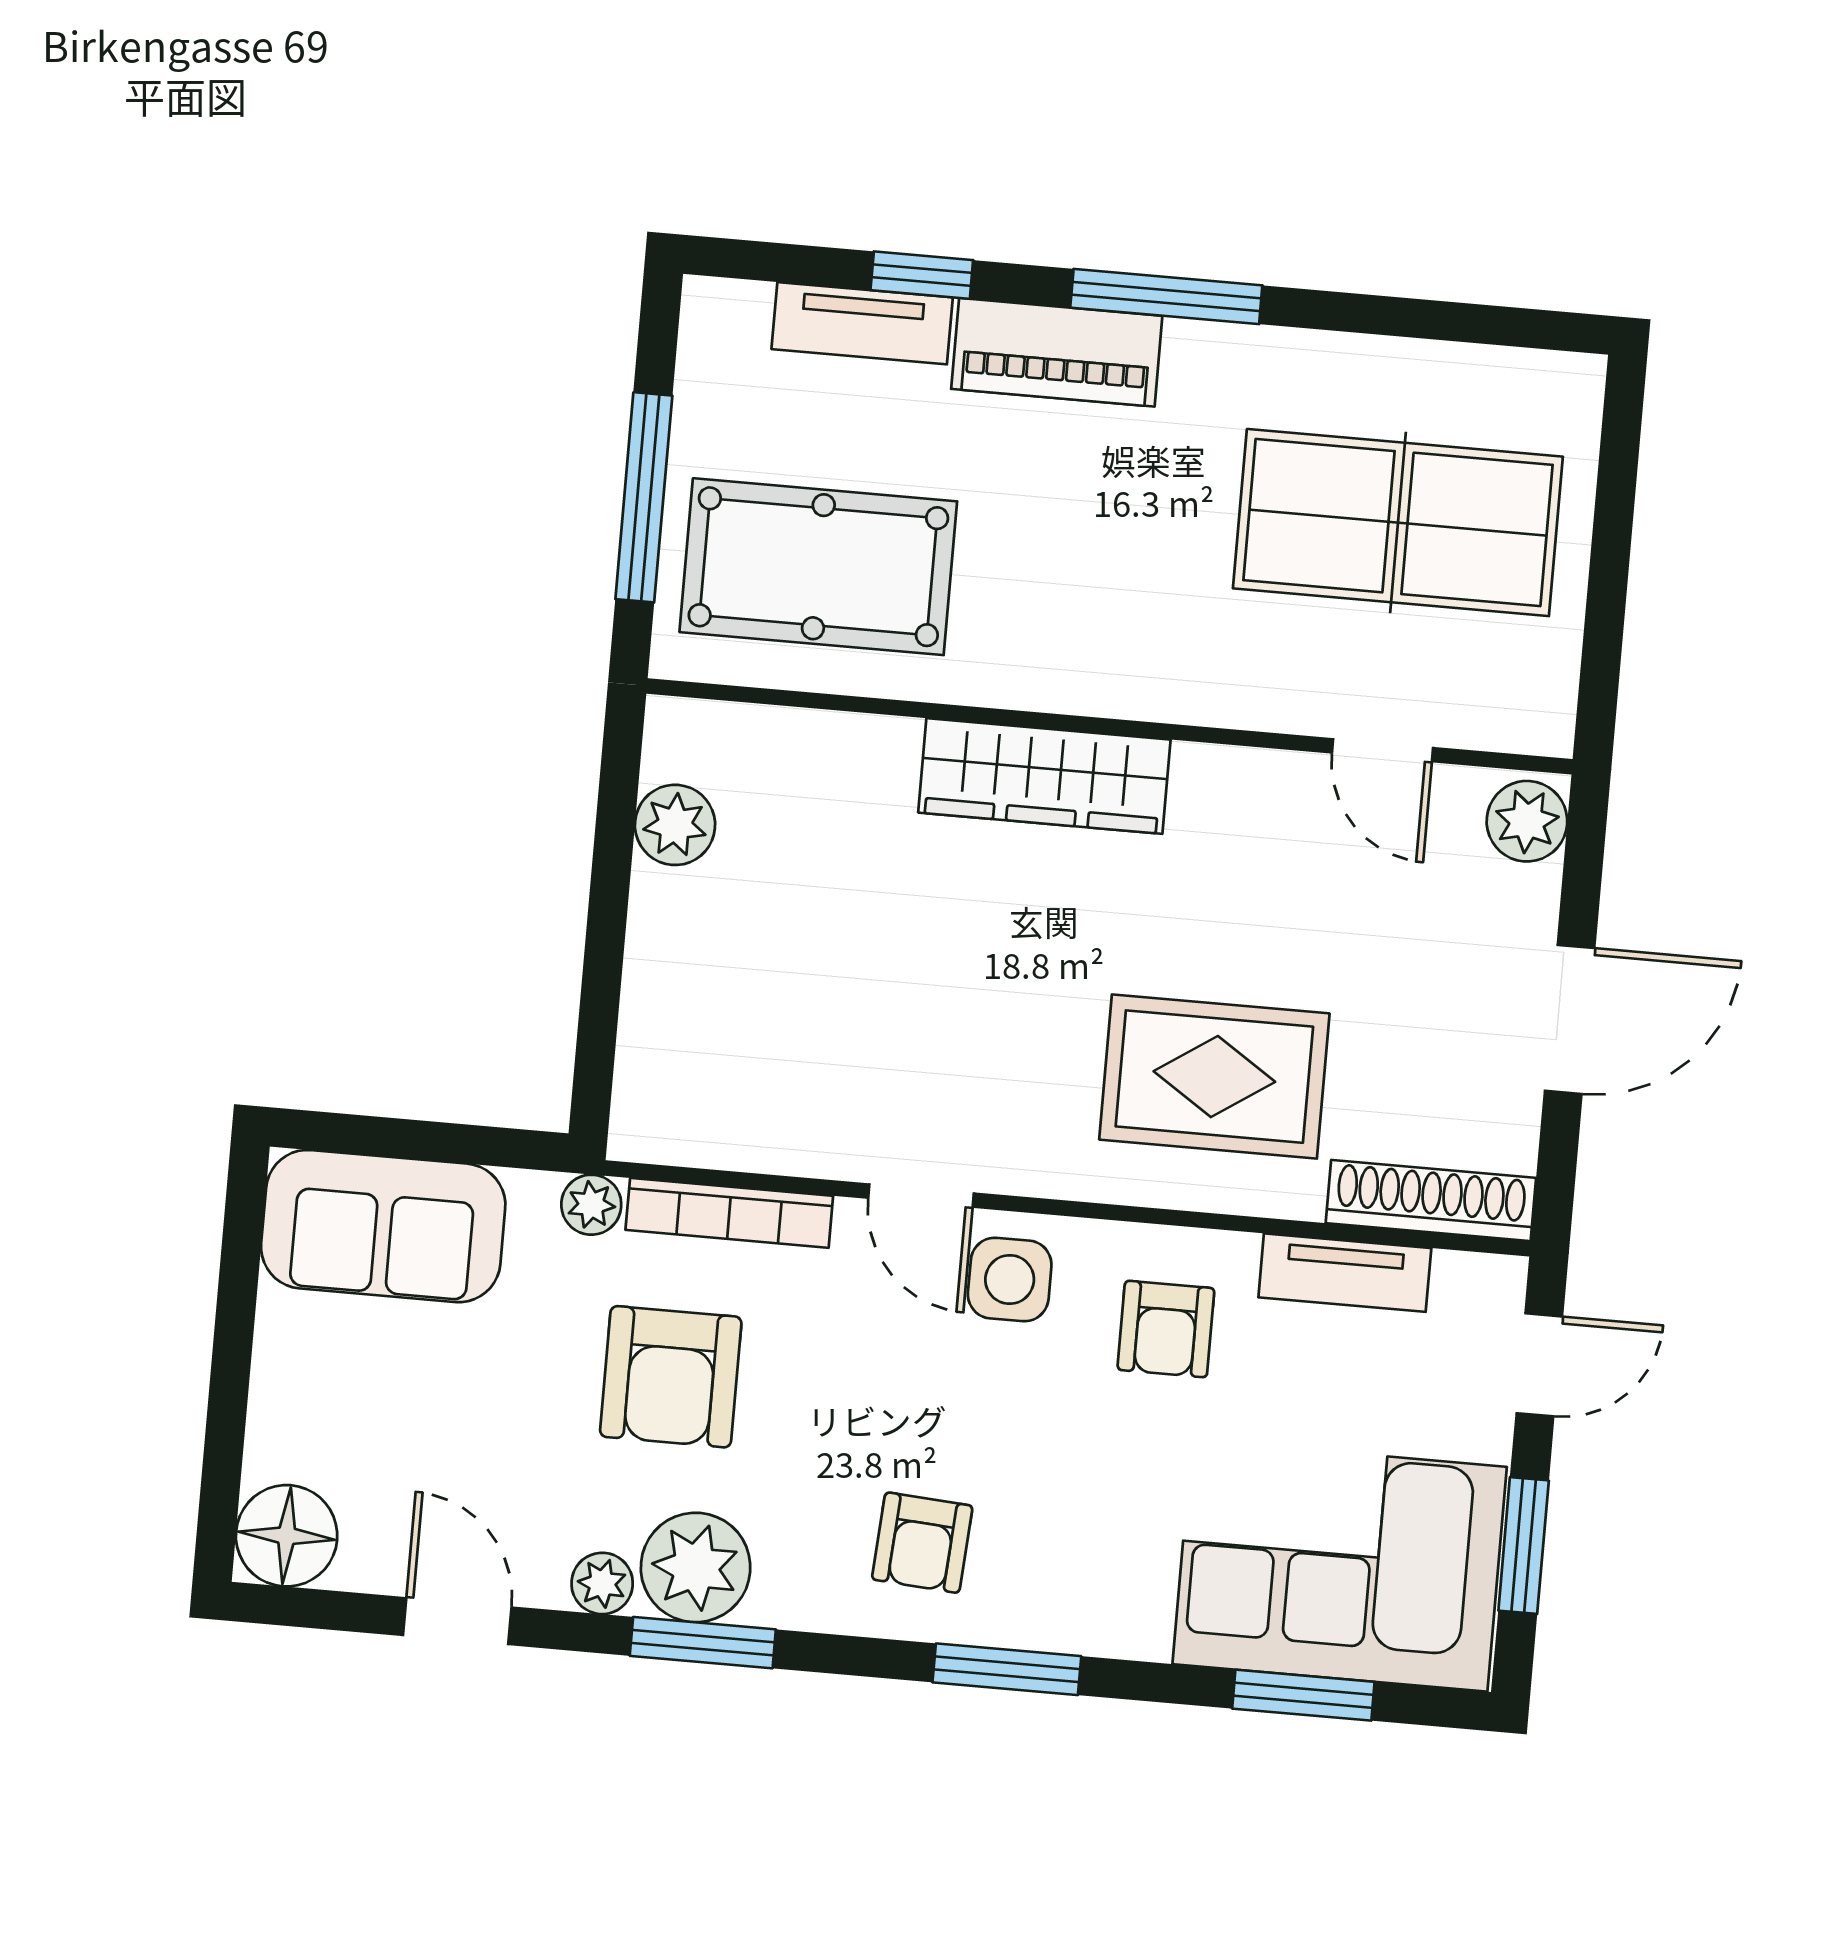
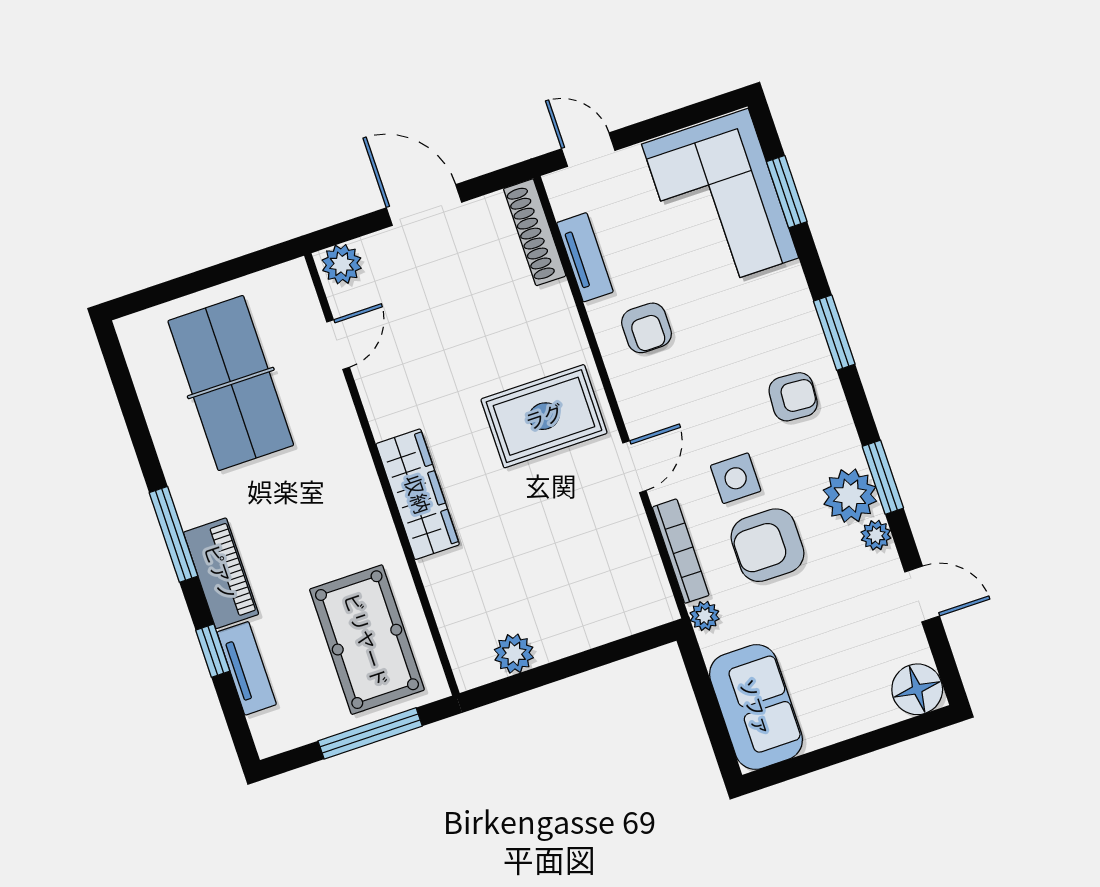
rug: (1214, 1077) -> (544, 416), moved, turned 90
side table: (1010, 1279) -> (736, 478), moved
armchair: (1166, 1329) -> (647, 328), turned 90
armchair: (671, 1377) -> (767, 545), turned 180
window: (1524, 1546) -> (674, 121), removed
door: (457, 1621) -> (922, 594), swing flipped

